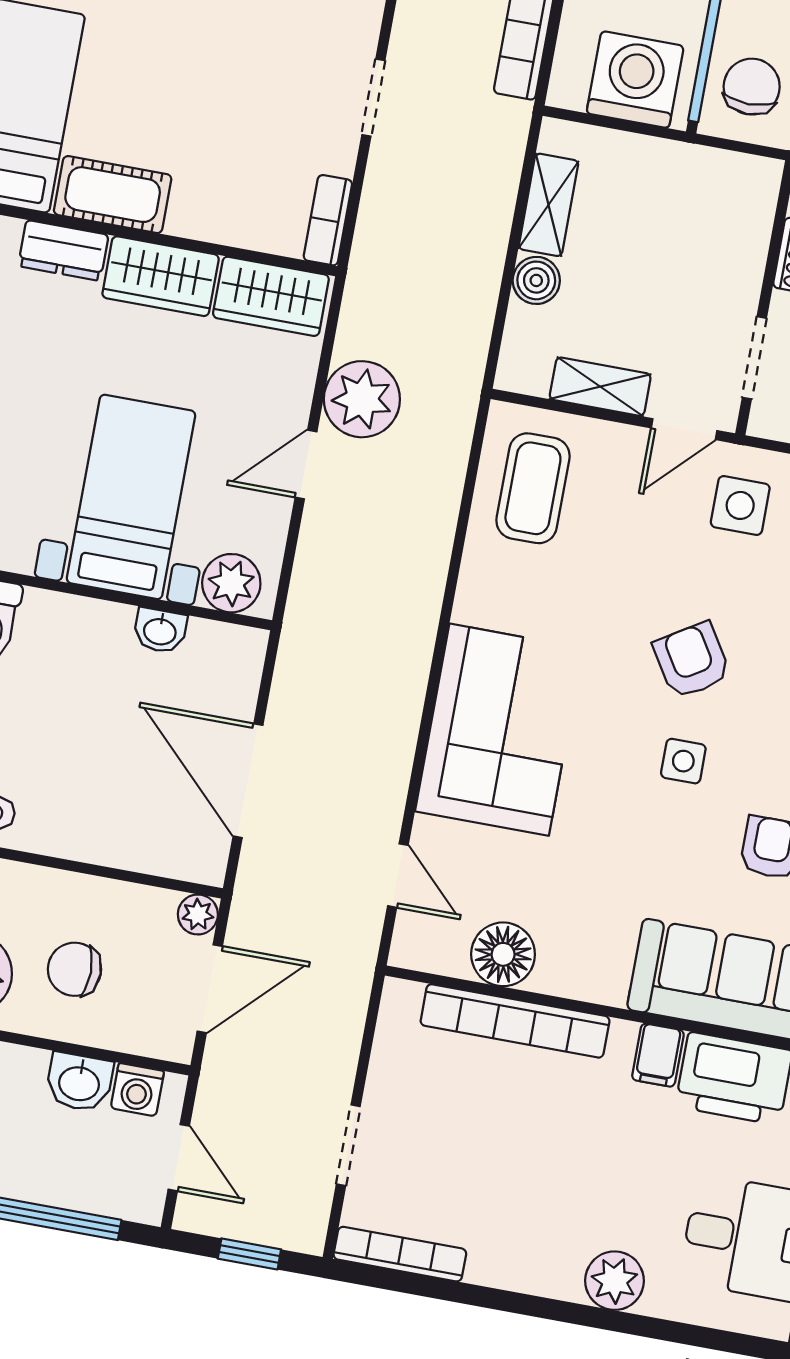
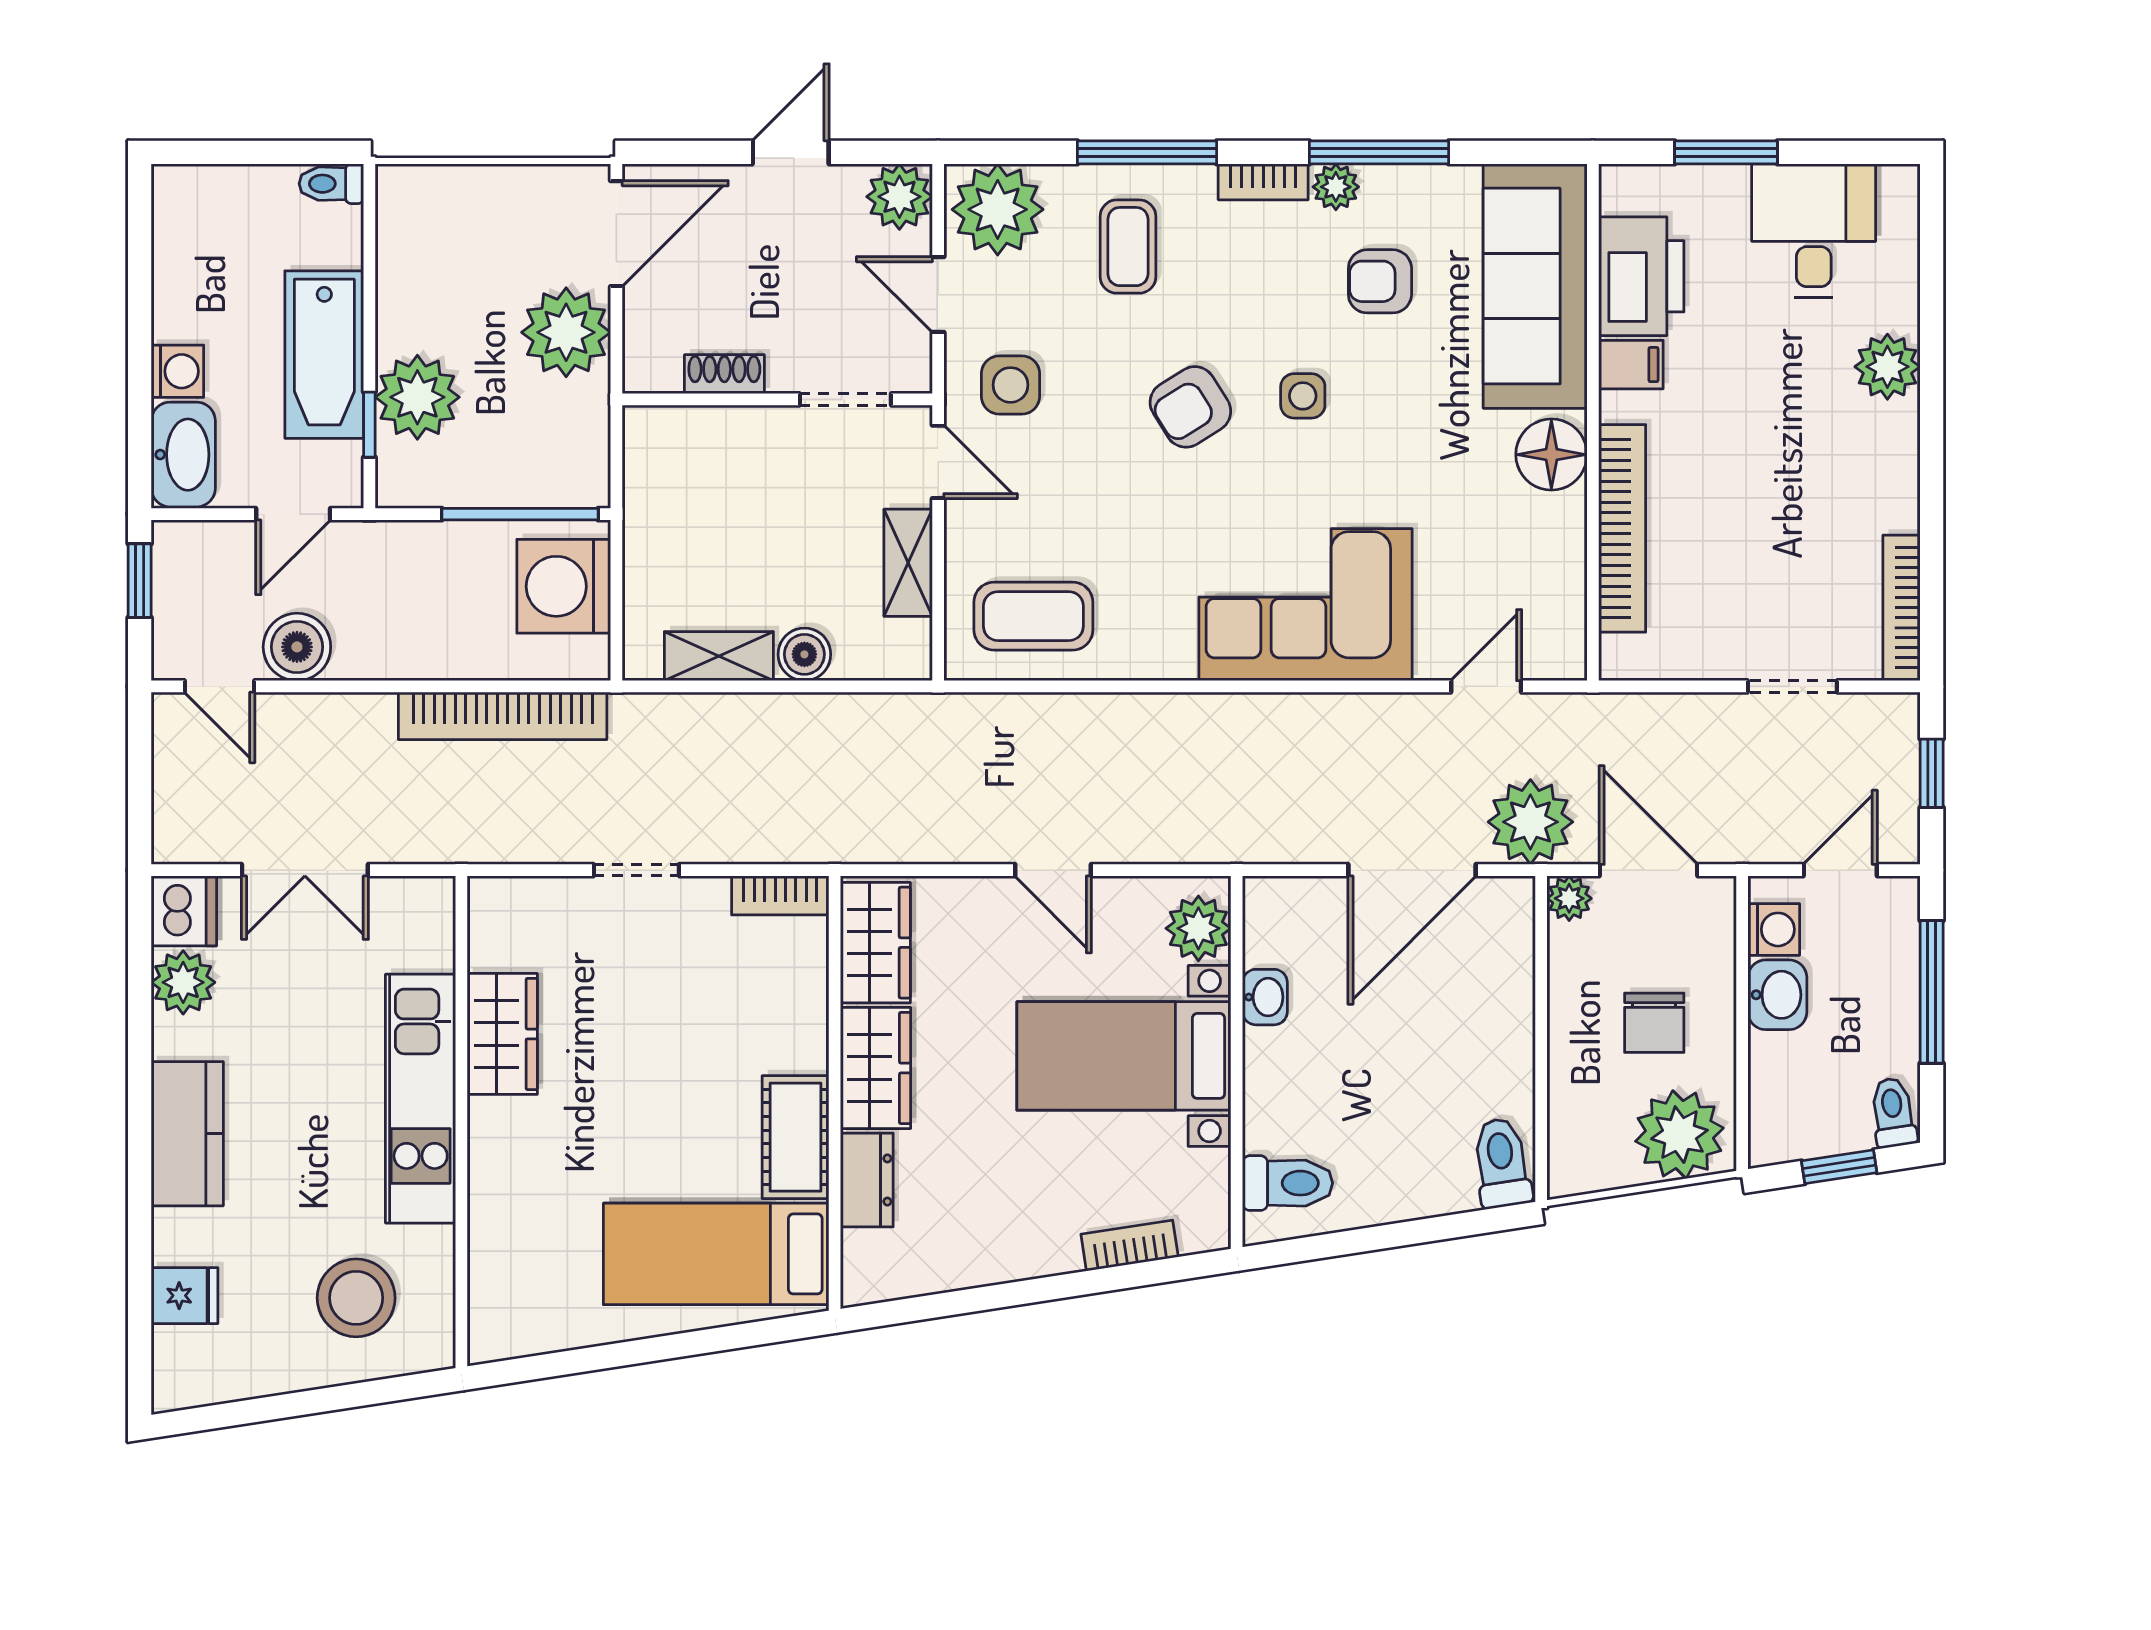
chair: (752, 87) -> (548, 457), removed
plant: (362, 399) -> (1530, 822), moved
floor lamp: (503, 954) -> (1551, 455), moved

